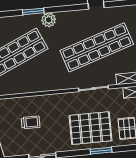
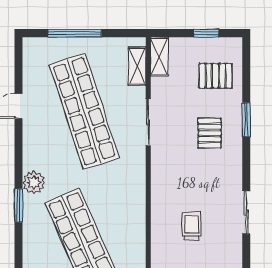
pallet: (91, 128) -> (210, 133), width x0.49, depth x0.50

